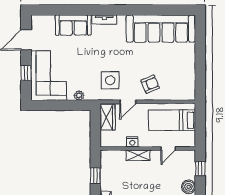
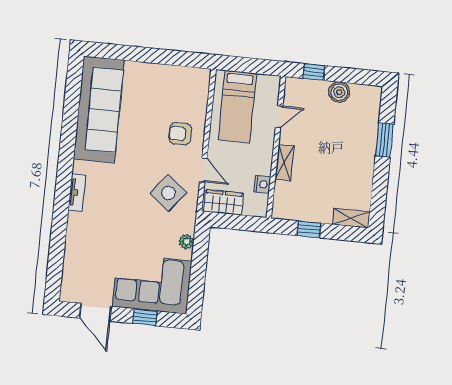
sofa: (73, 25) -> (81, 240), removed
side table: (110, 80) -> (168, 193), turned 38
armchair: (150, 84) -> (180, 134), turned -68
nightstand: (132, 142) -> (262, 184), moved
door: (168, 149) -> (279, 117), hinge flipped

